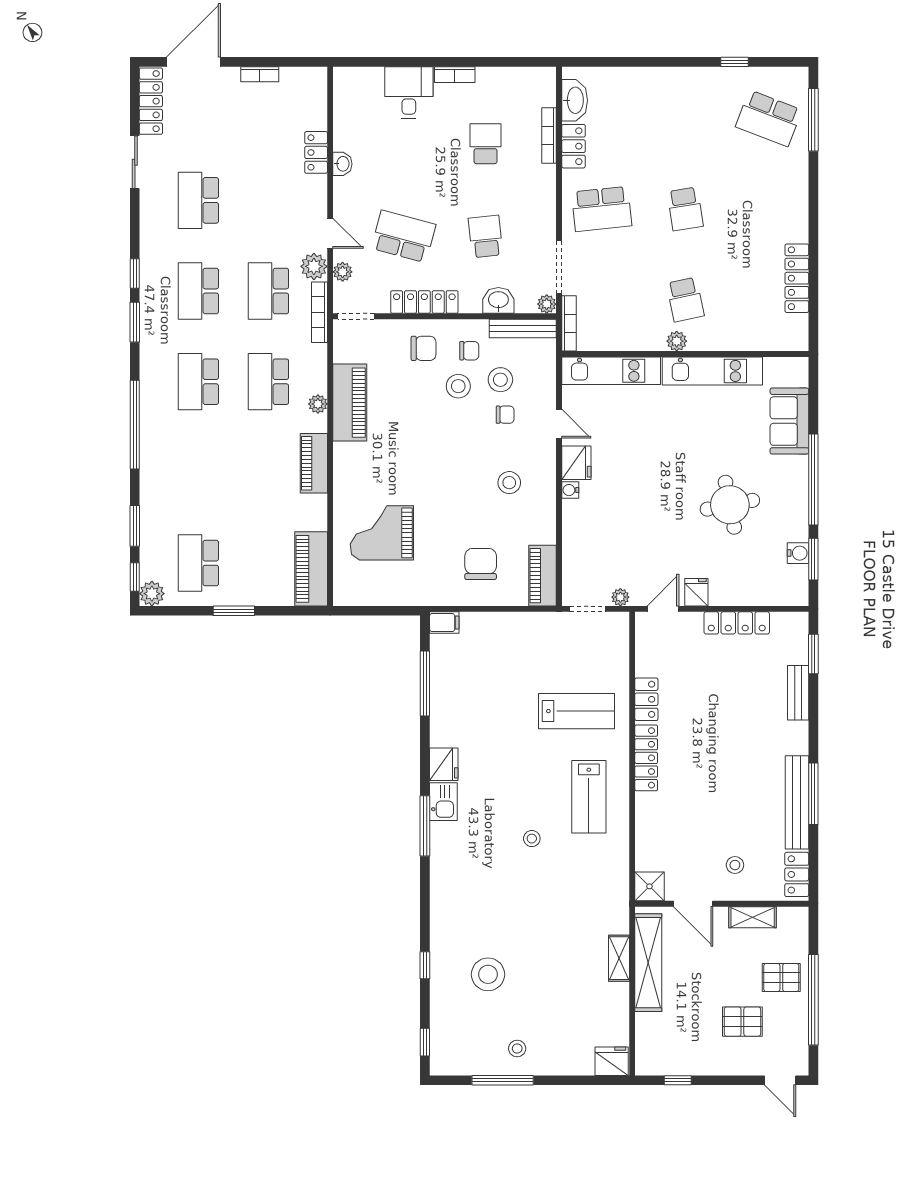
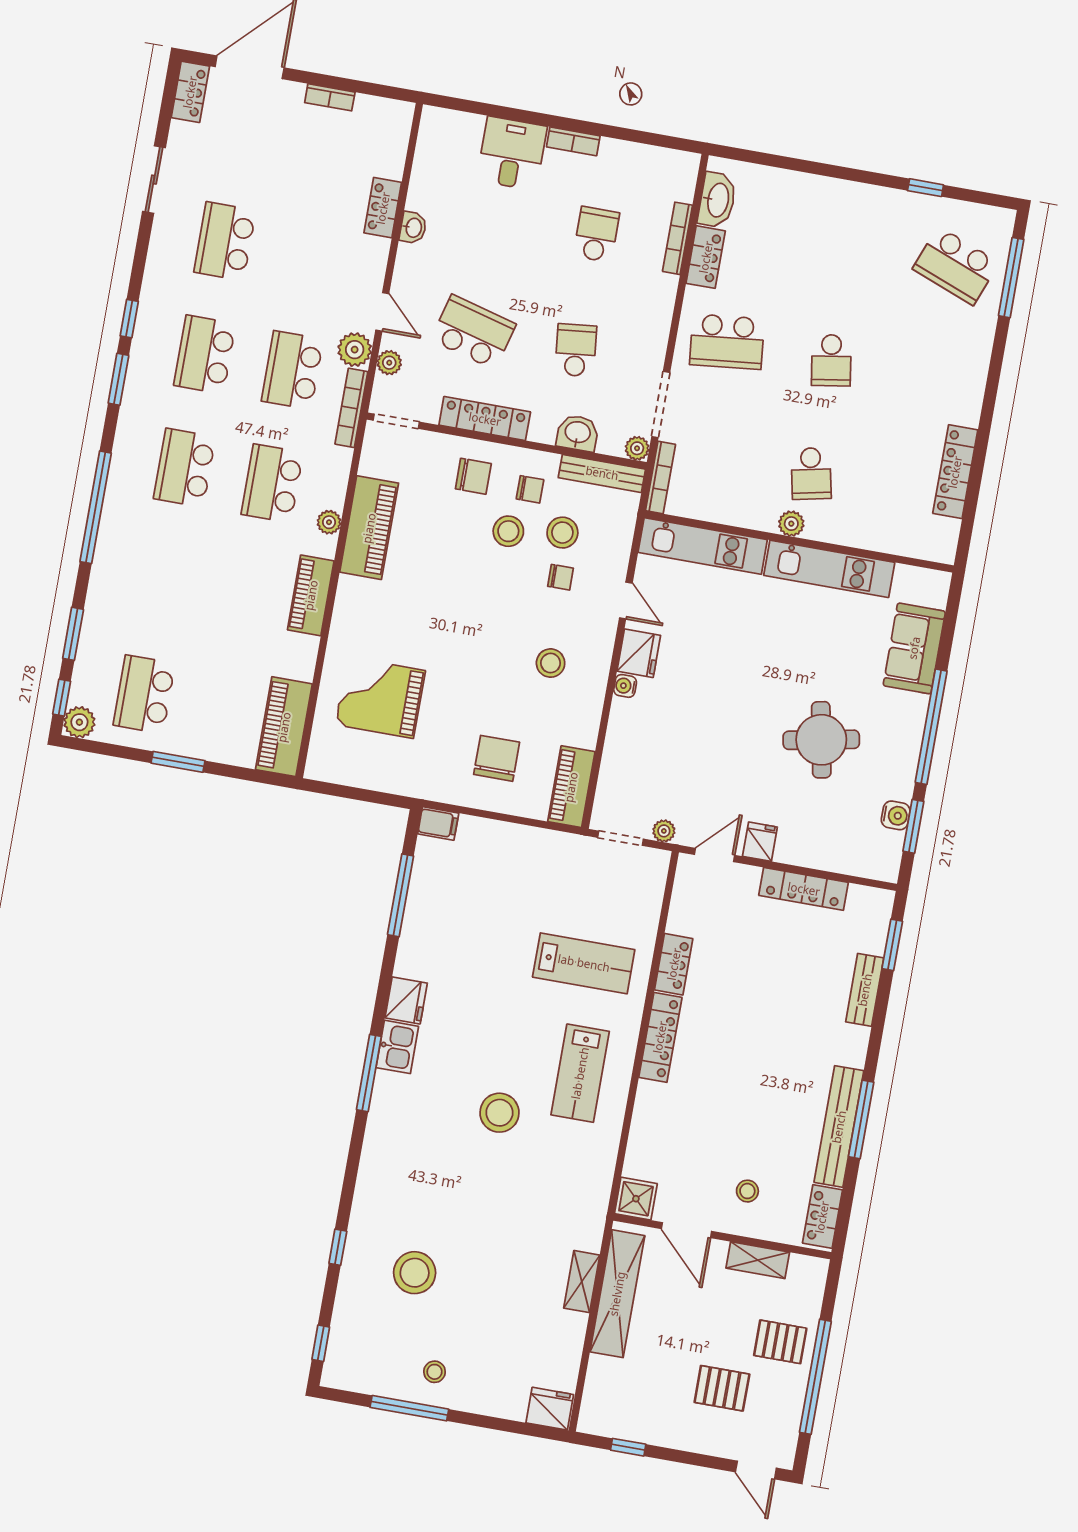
locker: (151, 101) -> (190, 92), width x0.66
stool: (532, 839) -> (499, 1113), width x1.89, depth x1.89

